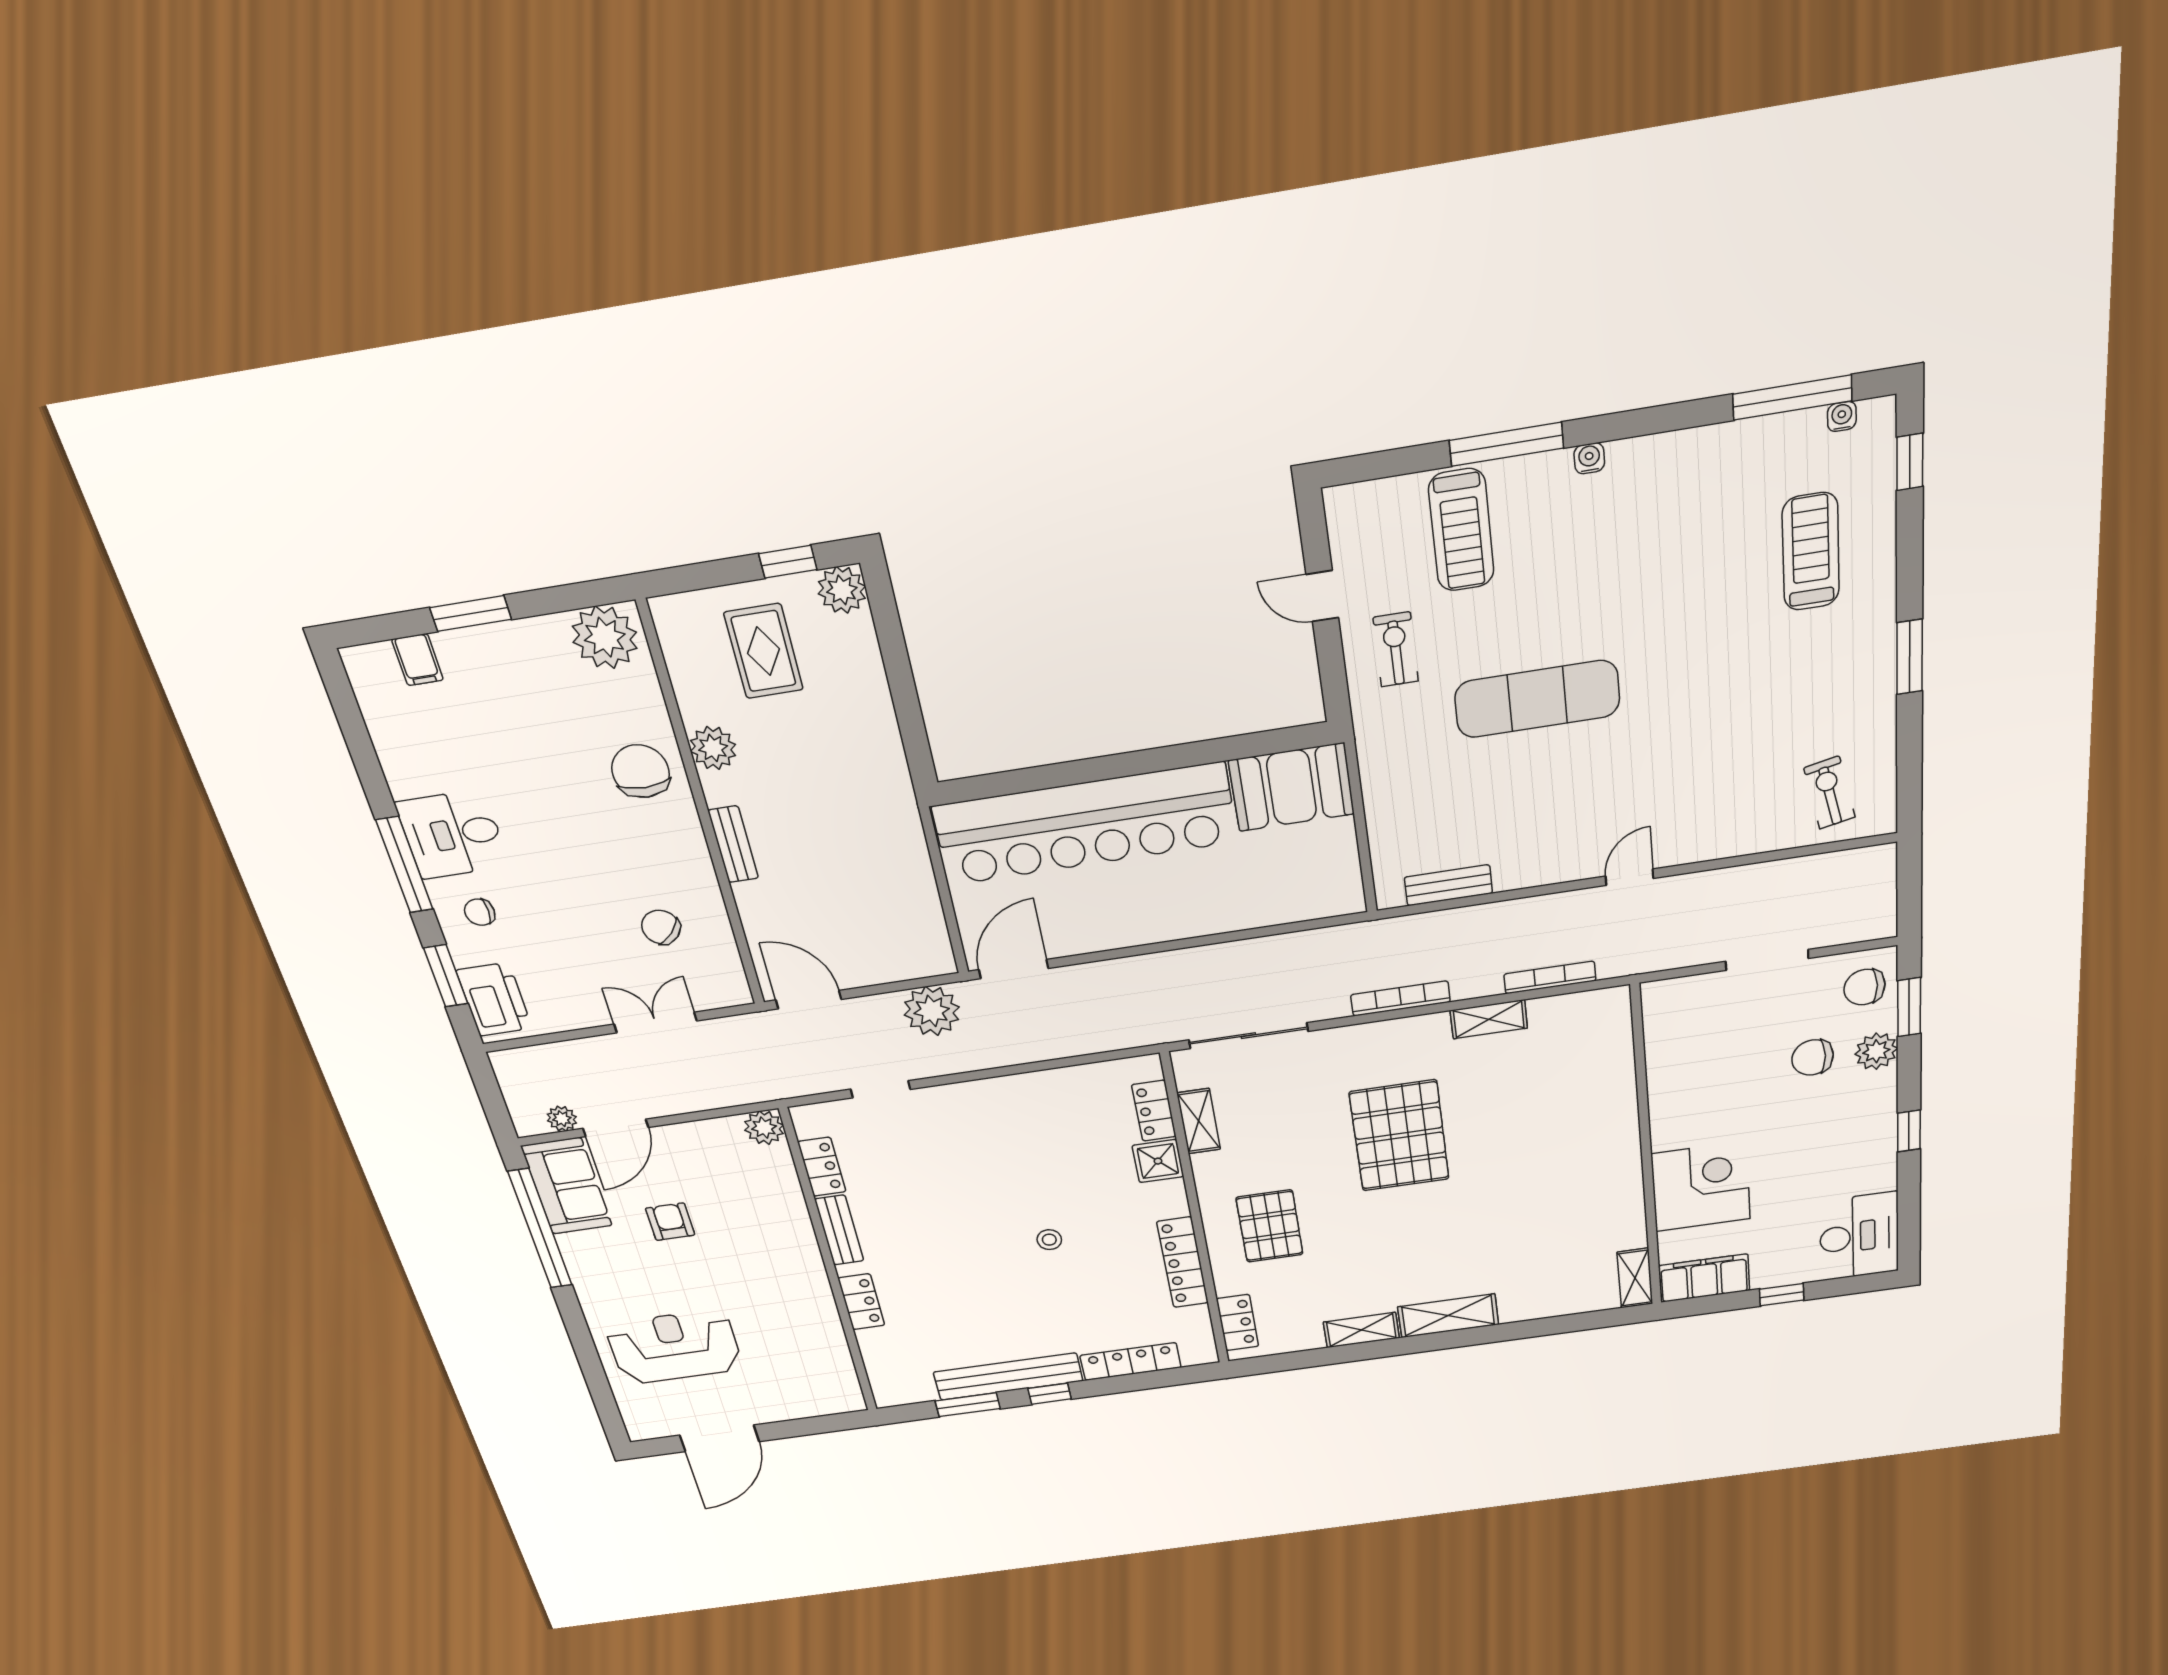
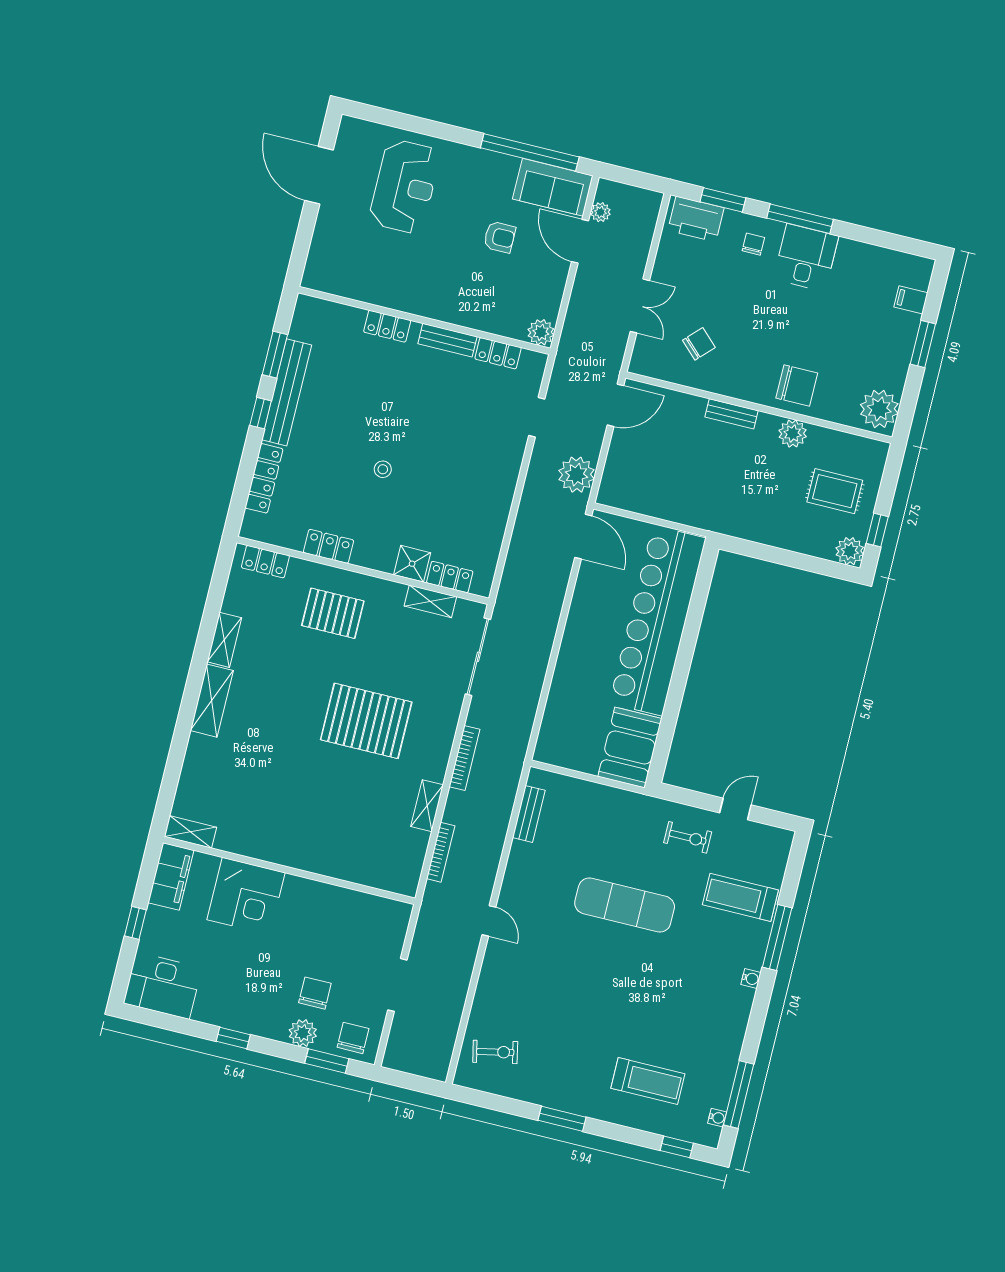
exercise mat: (1537, 699) -> (625, 905), turned 90
locker: (1183, 1262) -> (329, 546), width x0.66

